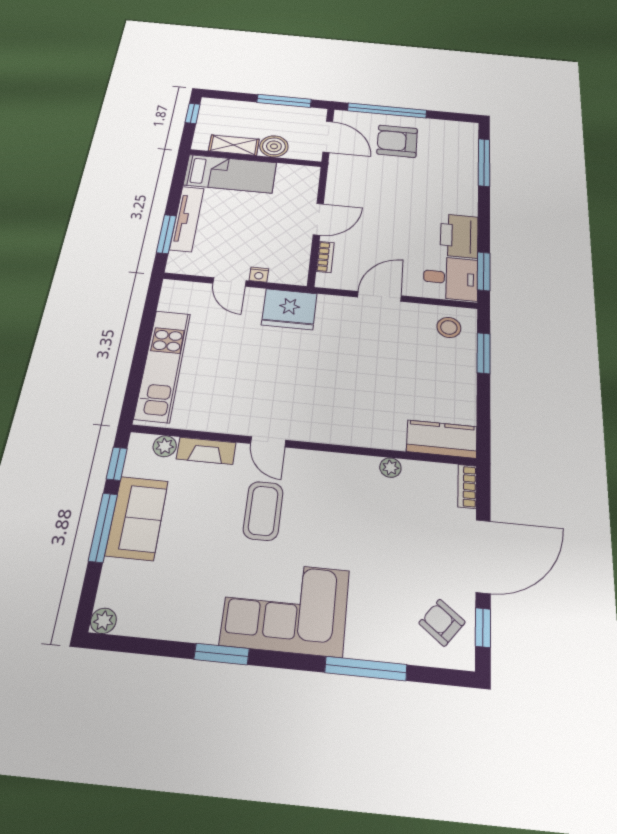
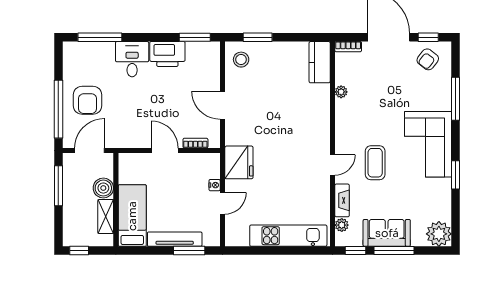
desk: (451, 278) -> (132, 59), moved
coffee table: (263, 511) -> (375, 163), turned 90
plant: (103, 621) -> (439, 234), width x1.87, depth x1.87

